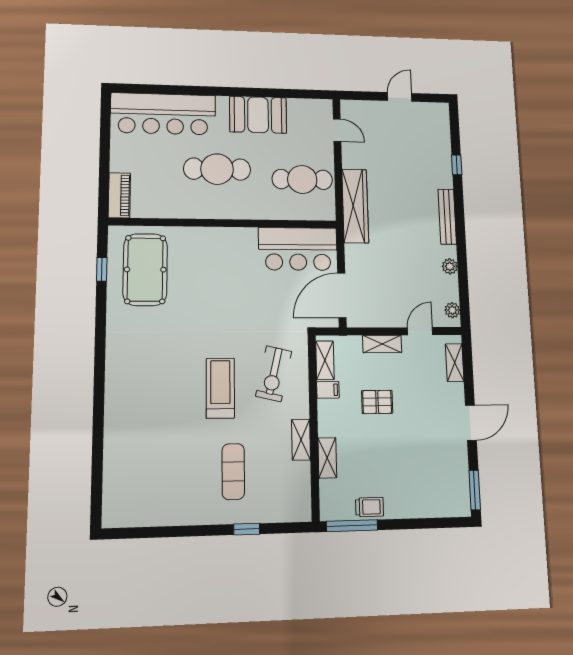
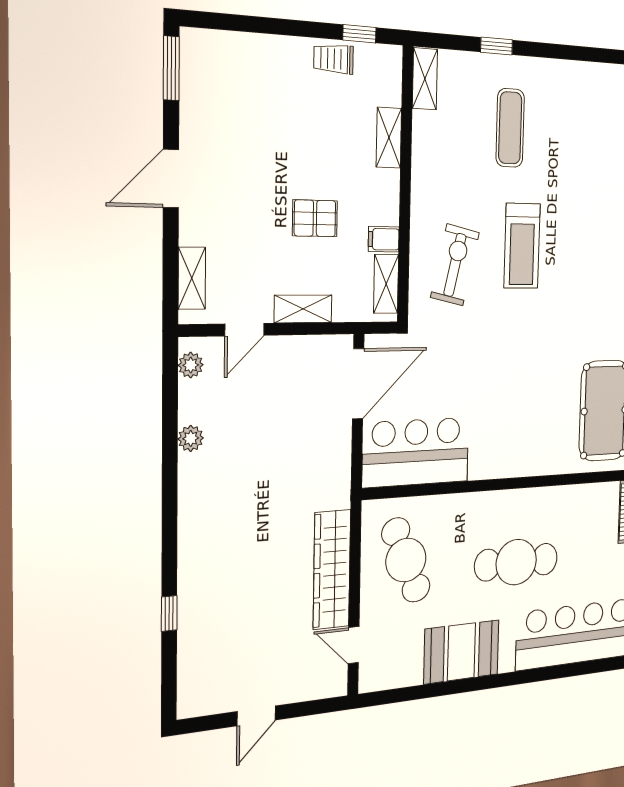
cafe table: (302, 179) -> (406, 560), turned 68
wardrobe: (355, 206) -> (332, 570), moved
bench: (447, 217) -> (190, 522), removed
shelving: (301, 440) -> (425, 79), moved
window: (352, 526) -> (359, 34), width x0.46

